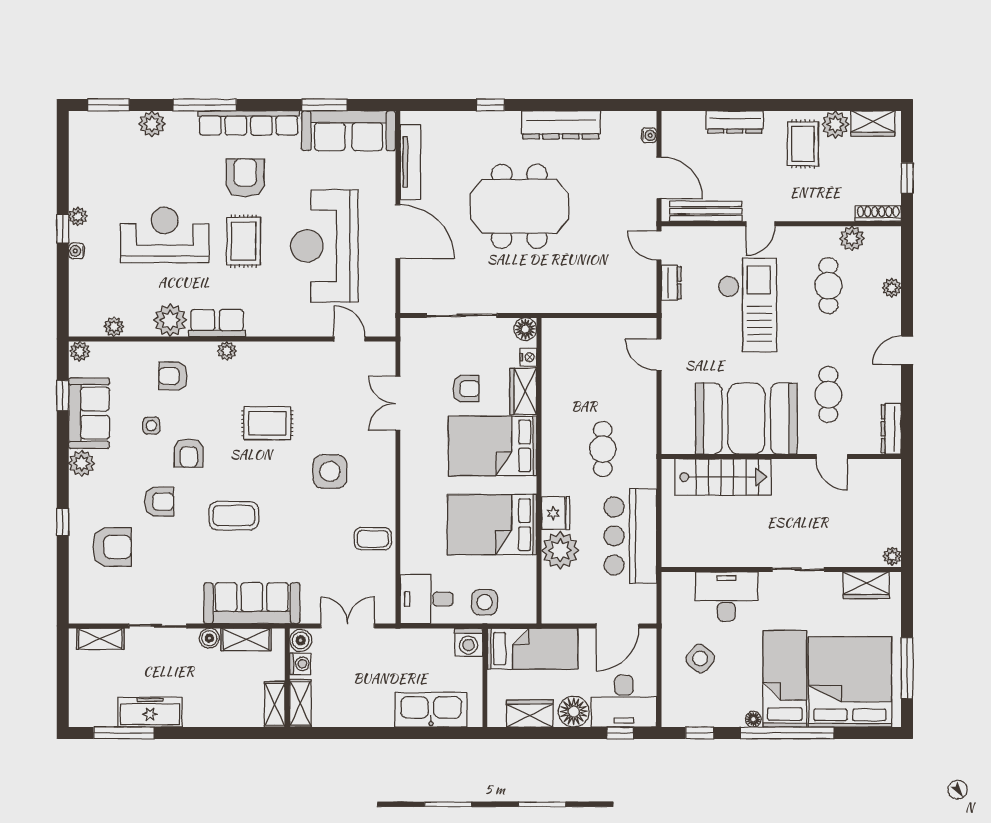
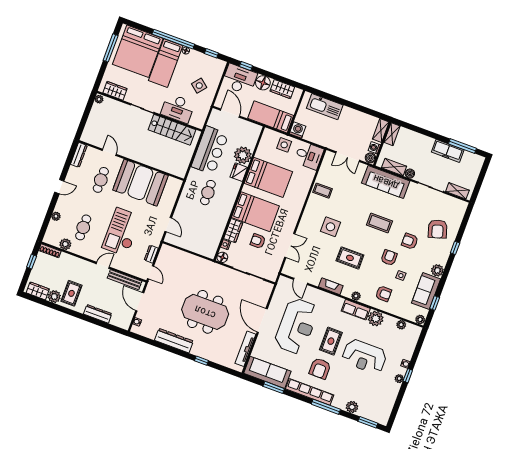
fireplace: (285, 352) -> (331, 286), added
stairs: (723, 477) -> (172, 130), moved, turned 180
armchair: (112, 547) -> (438, 229), turned -107
door: (617, 626) -> (230, 113), hinge flipped

